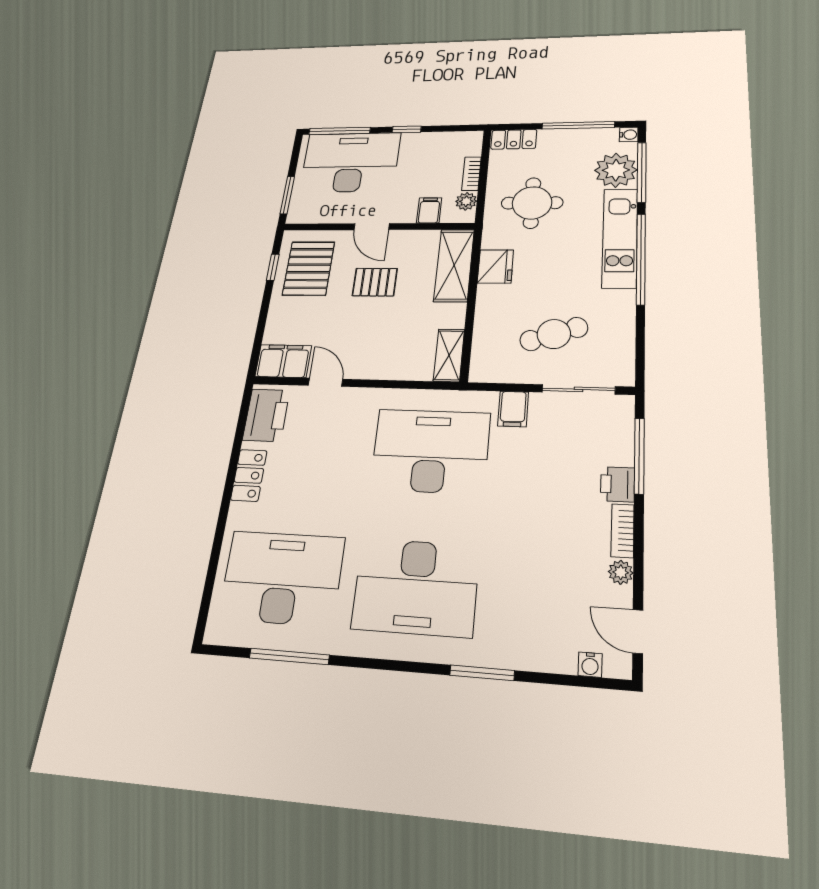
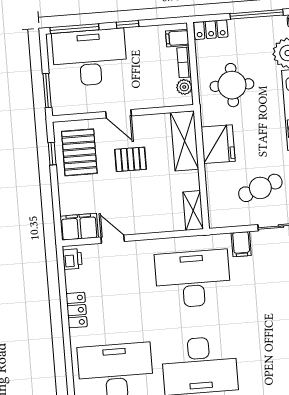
filing cabinet: (429, 210) -> (177, 38), moved, turned -90
fridge: (495, 266) -> (218, 144), width x1.36, depth x1.34
printer: (266, 415) -> (72, 259), width x0.53, depth x0.68

